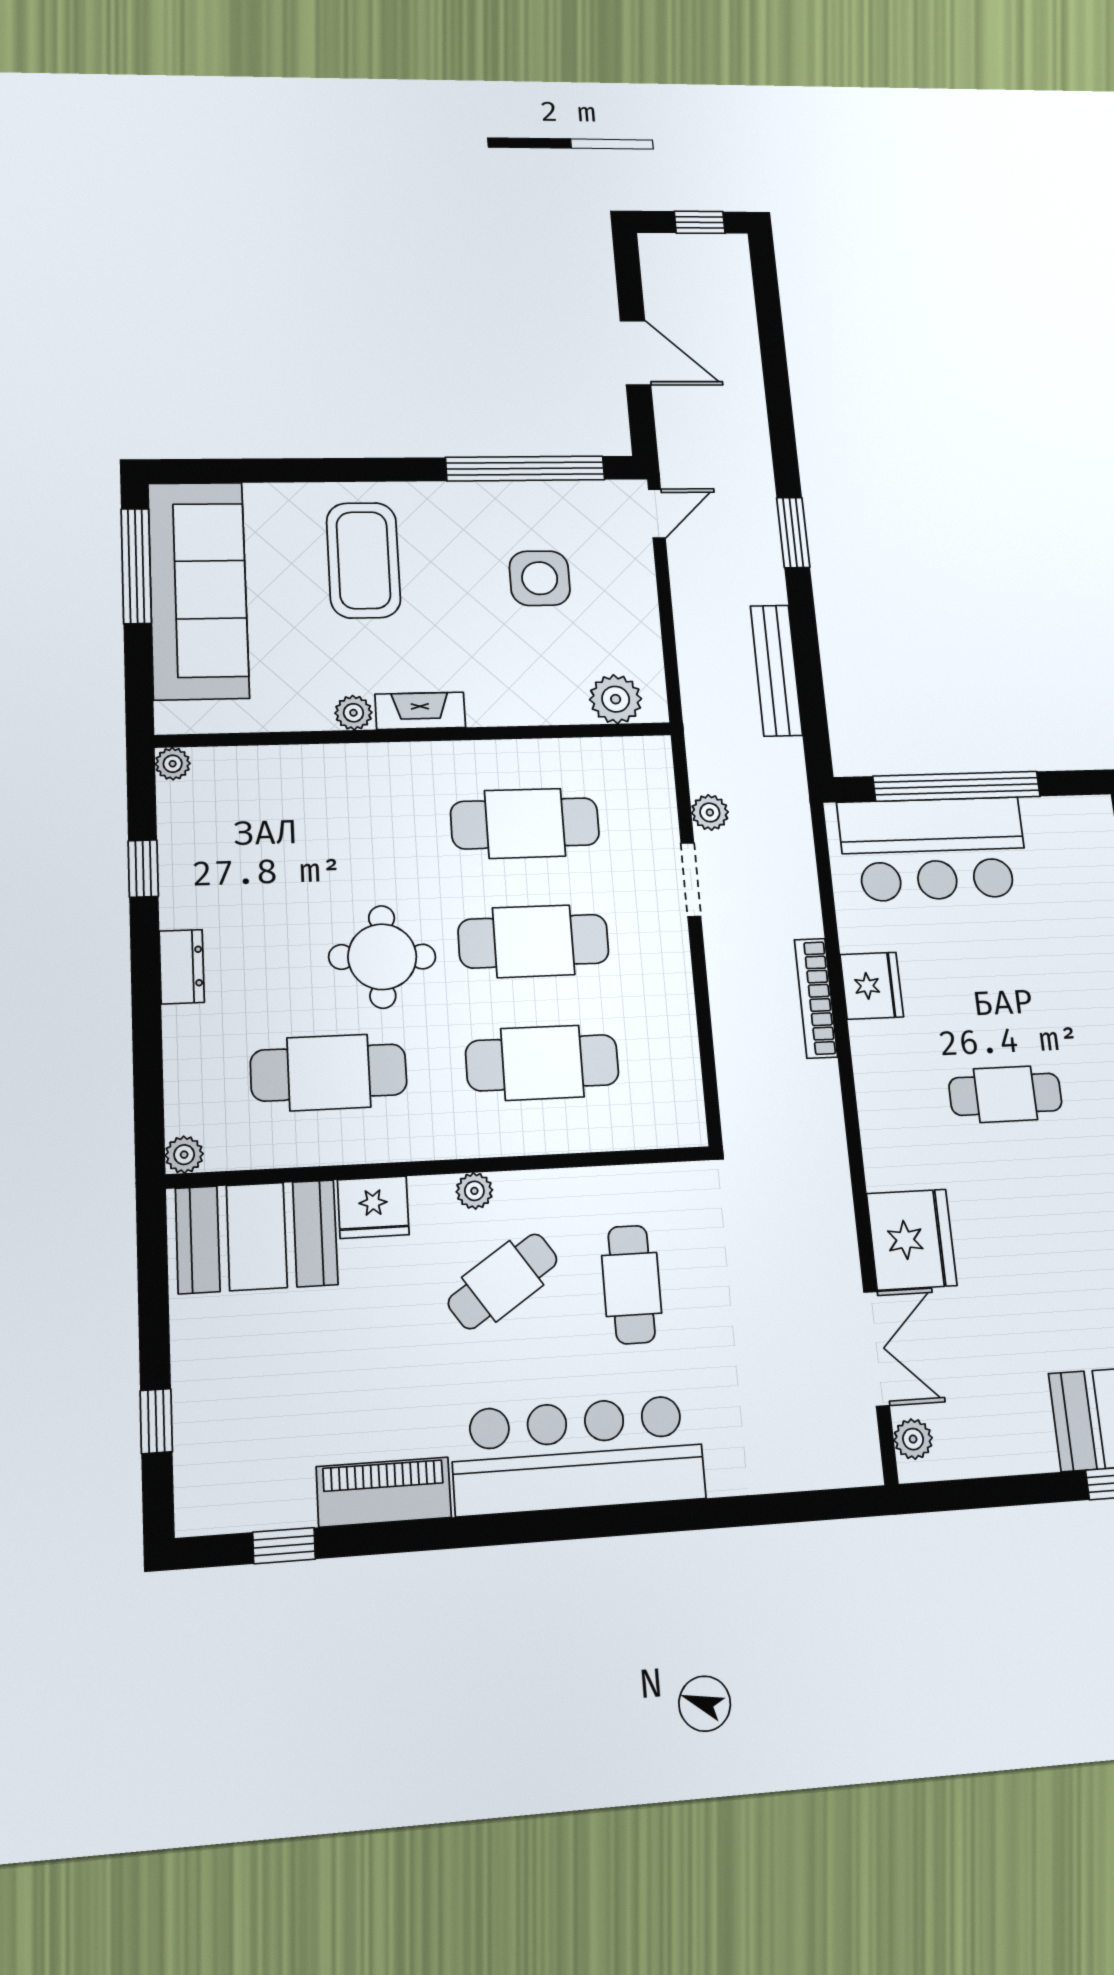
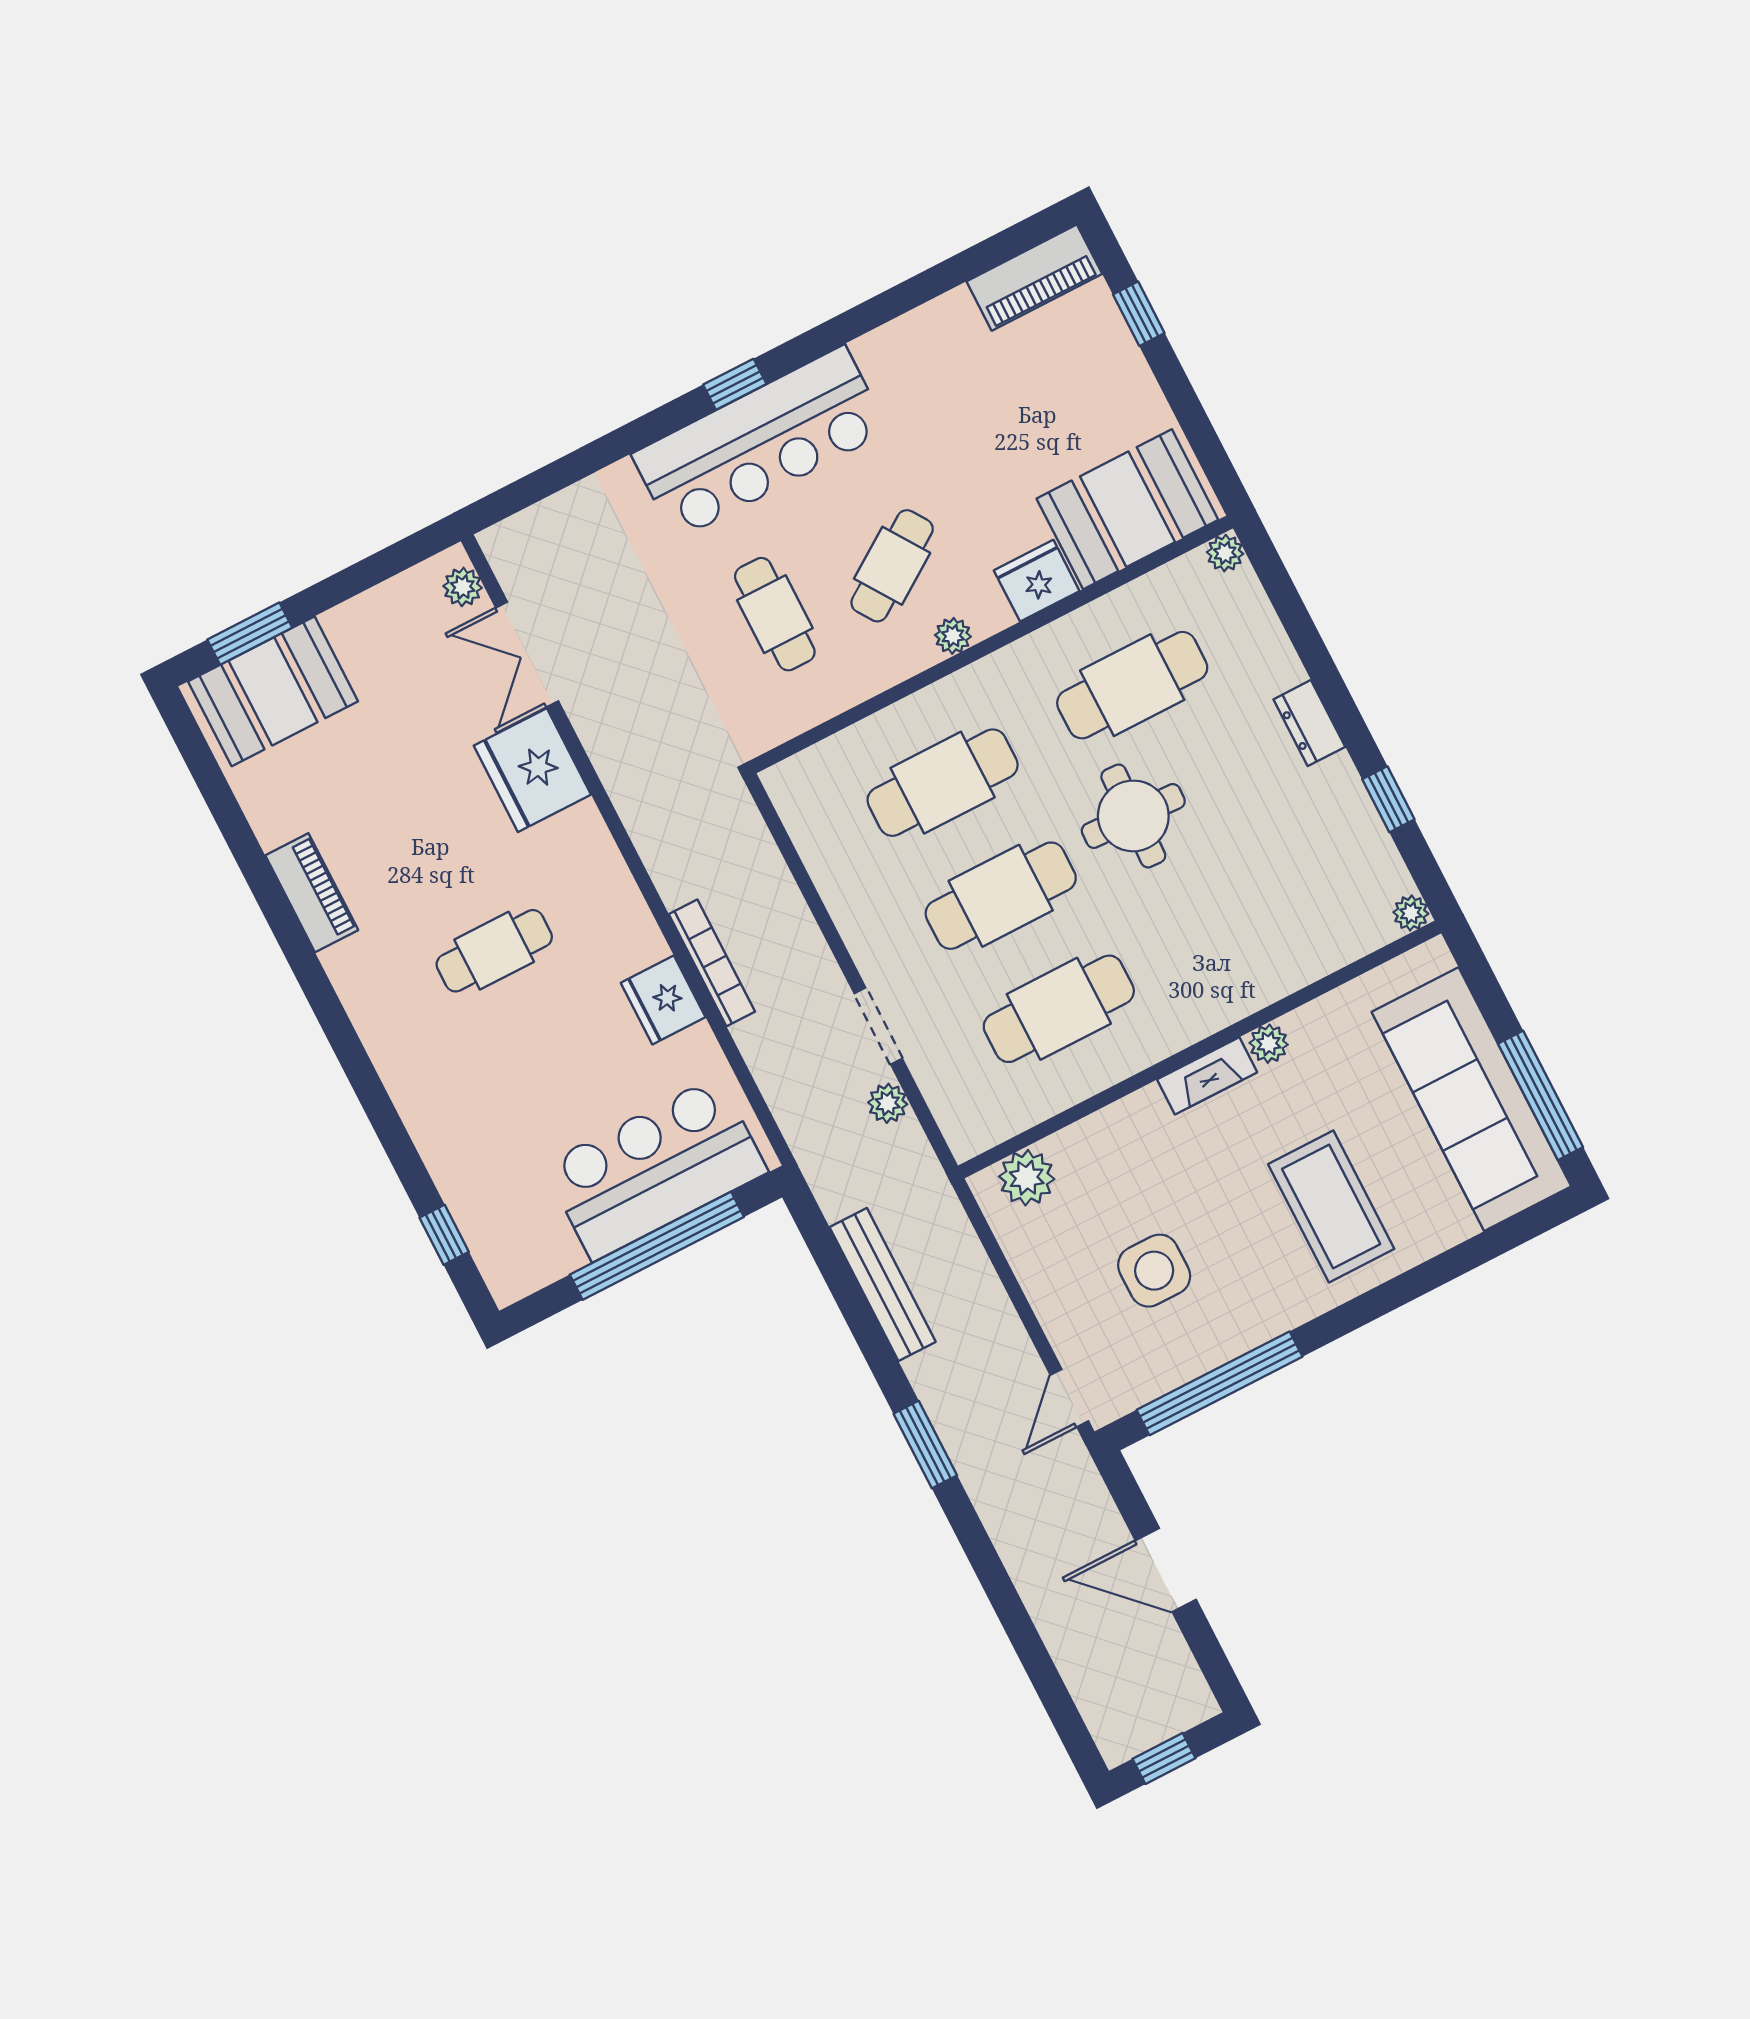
piano: (384, 1492) -> (1034, 278), moved
window: (284, 1546) -> (735, 384), moved

